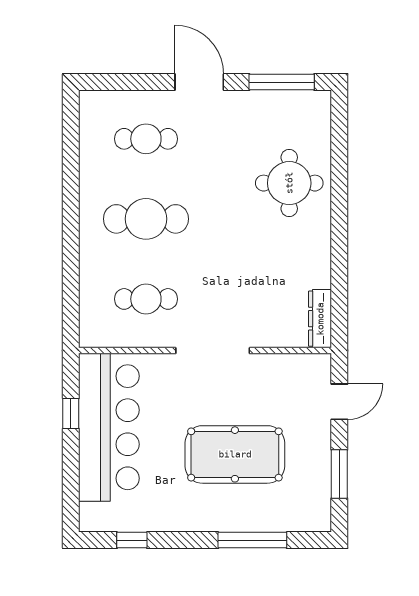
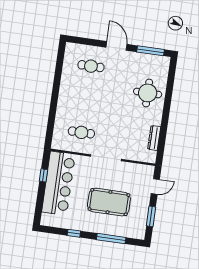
cafe table: (146, 219) -> (86, 99), removed
dresser: (320, 319) -> (154, 138), moved
window: (132, 540) -> (74, 233), moved

